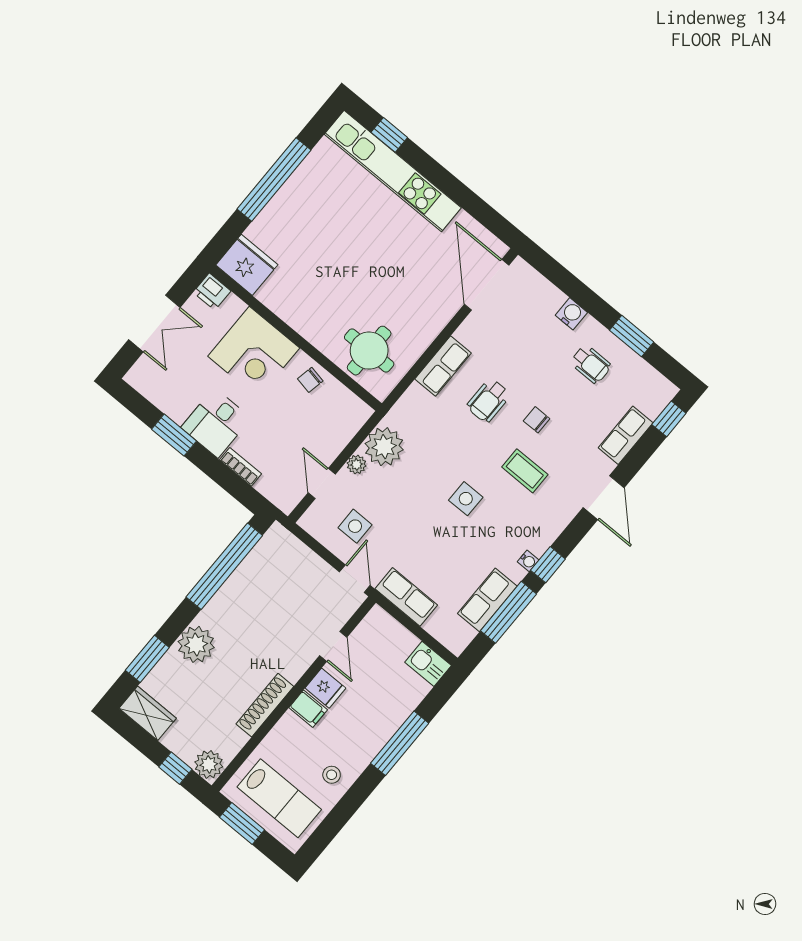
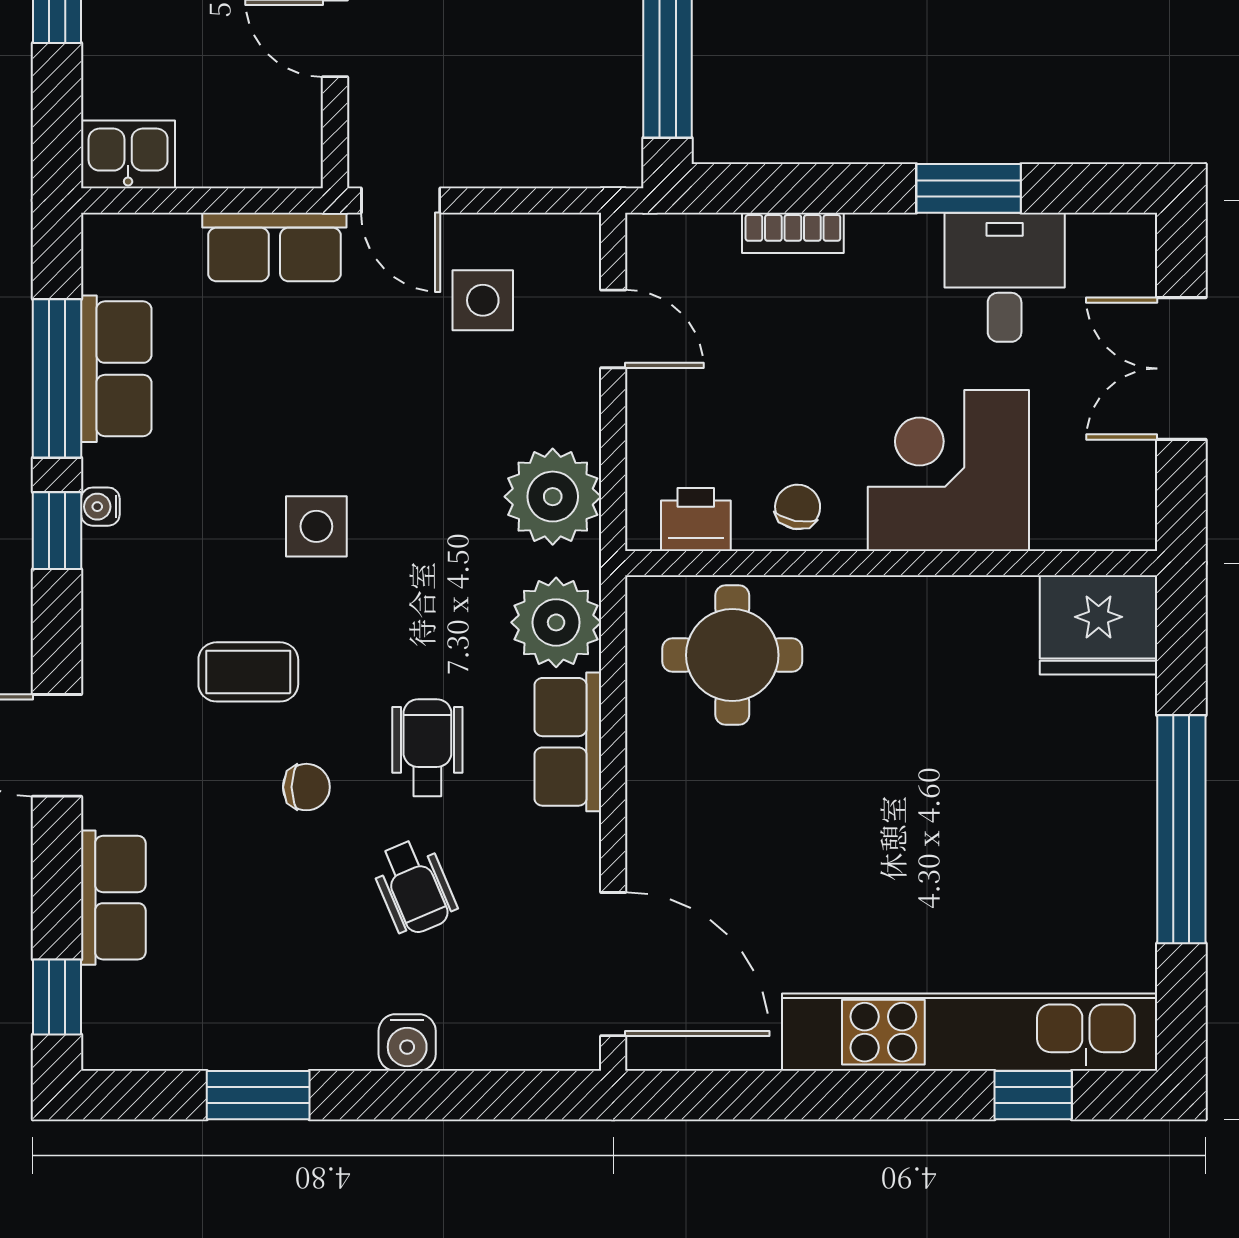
printer: (212, 292) -> (696, 519), moved
wheelchair: (591, 364) -> (414, 887), moved, turned -113
desk: (216, 423) -> (1005, 277), moved
plant: (357, 464) -> (556, 622), moved, width x1.87, depth x1.87

